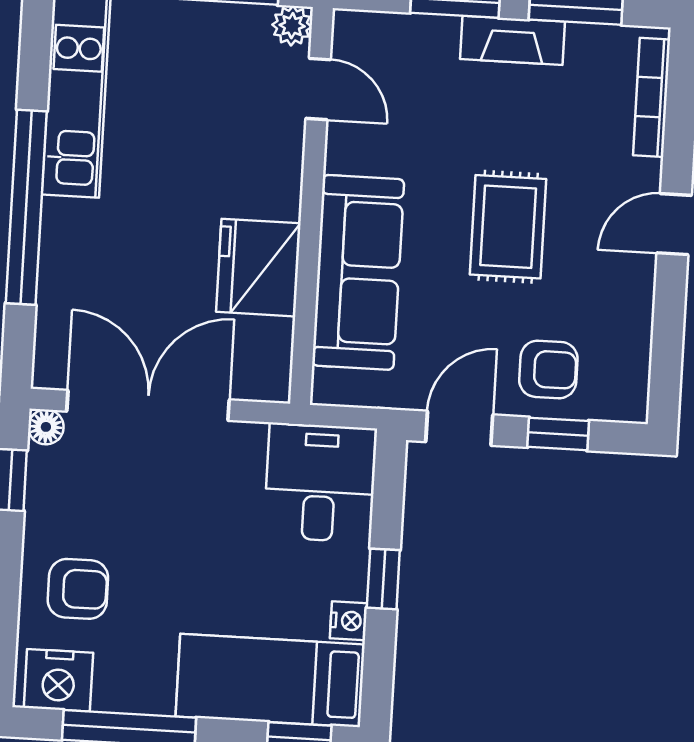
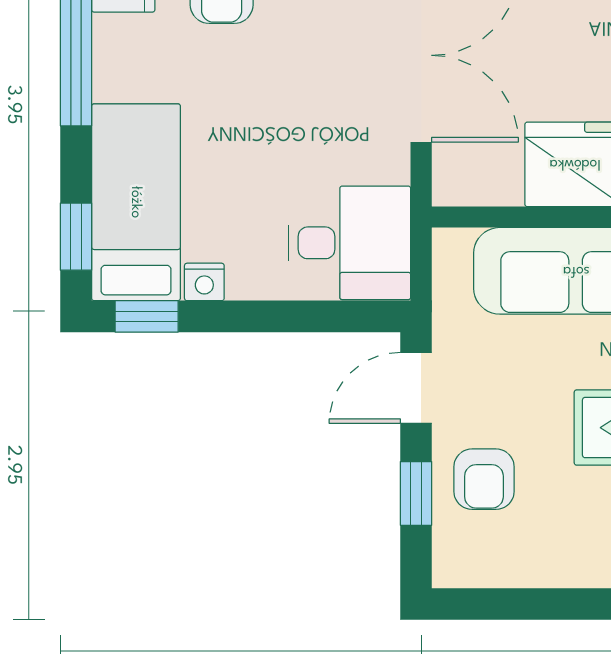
door: (459, 428) -> (416, 388), swing flipped
window: (383, 579) -> (147, 316), moved

